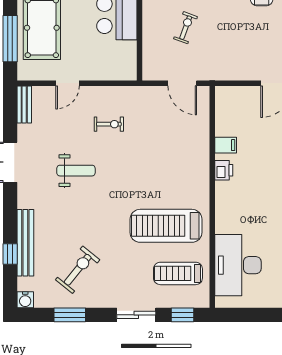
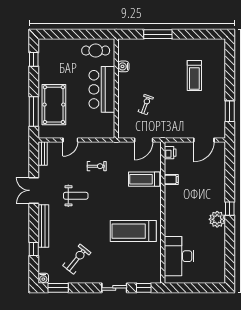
door: (182, 83) -> (144, 140), hinge flipped
printer: (224, 170) -> (170, 153), moved
bench: (25, 243) -> (43, 226), moved
treadmill: (178, 273) -> (144, 179), moved
window: (70, 315) -> (58, 288), moved

